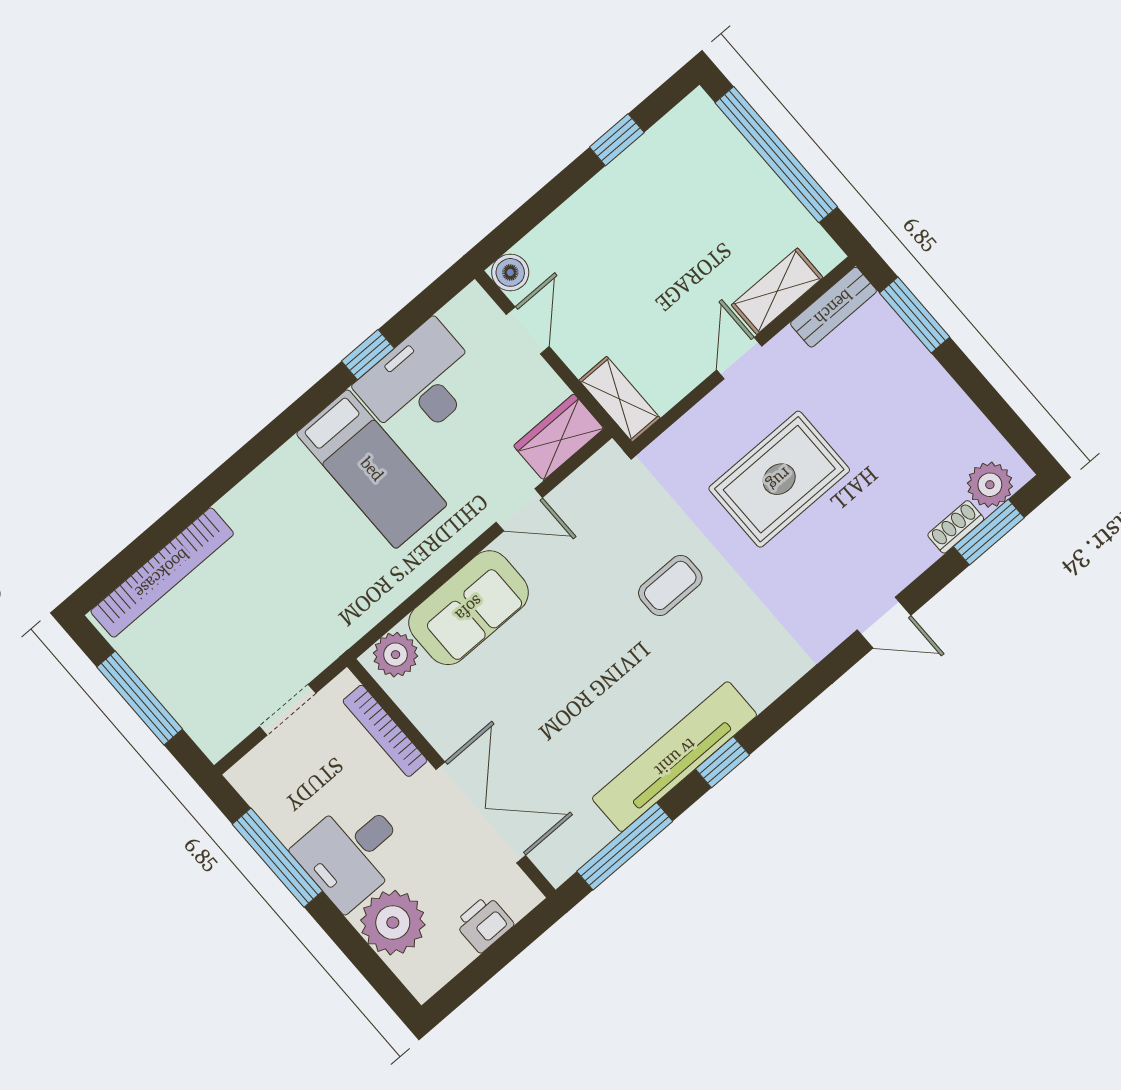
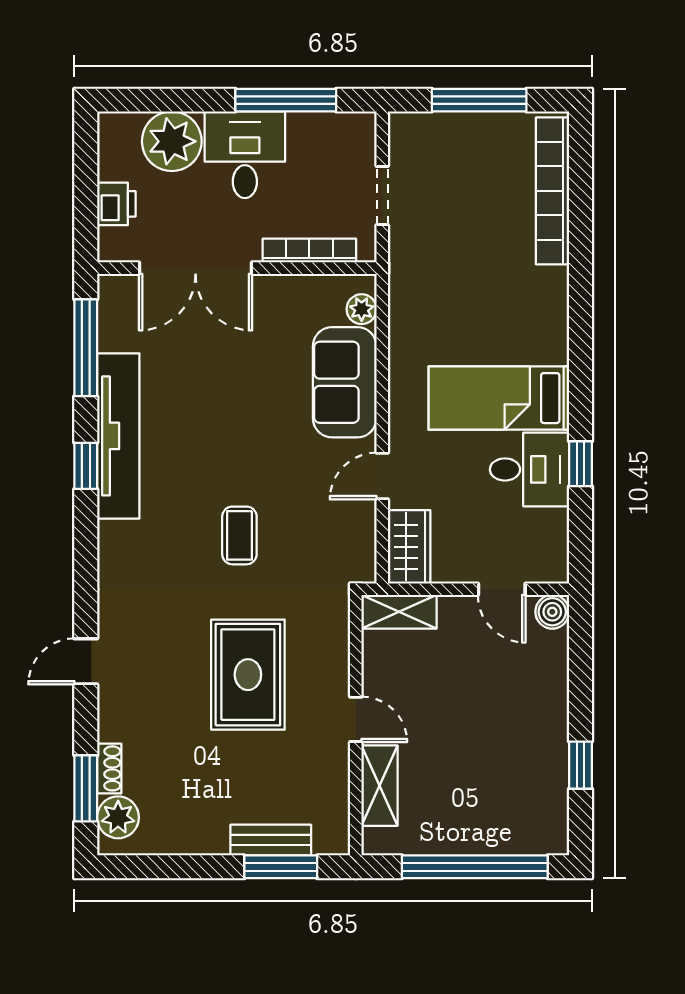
bench: (833, 307) -> (271, 840), moved, turned 90
desk: (420, 383) -> (530, 469), width x0.73
plant: (396, 655) -> (362, 309), width x0.73, depth x0.73

